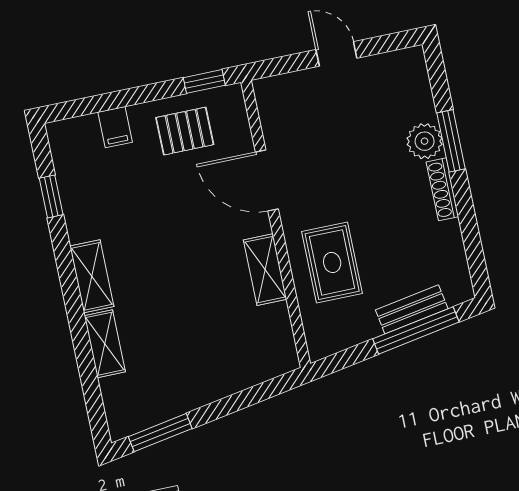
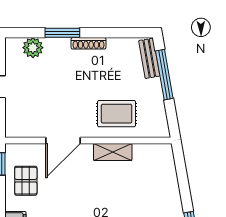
plant: (425, 141) -> (33, 48), moved
bench: (412, 309) -> (149, 58), moved

